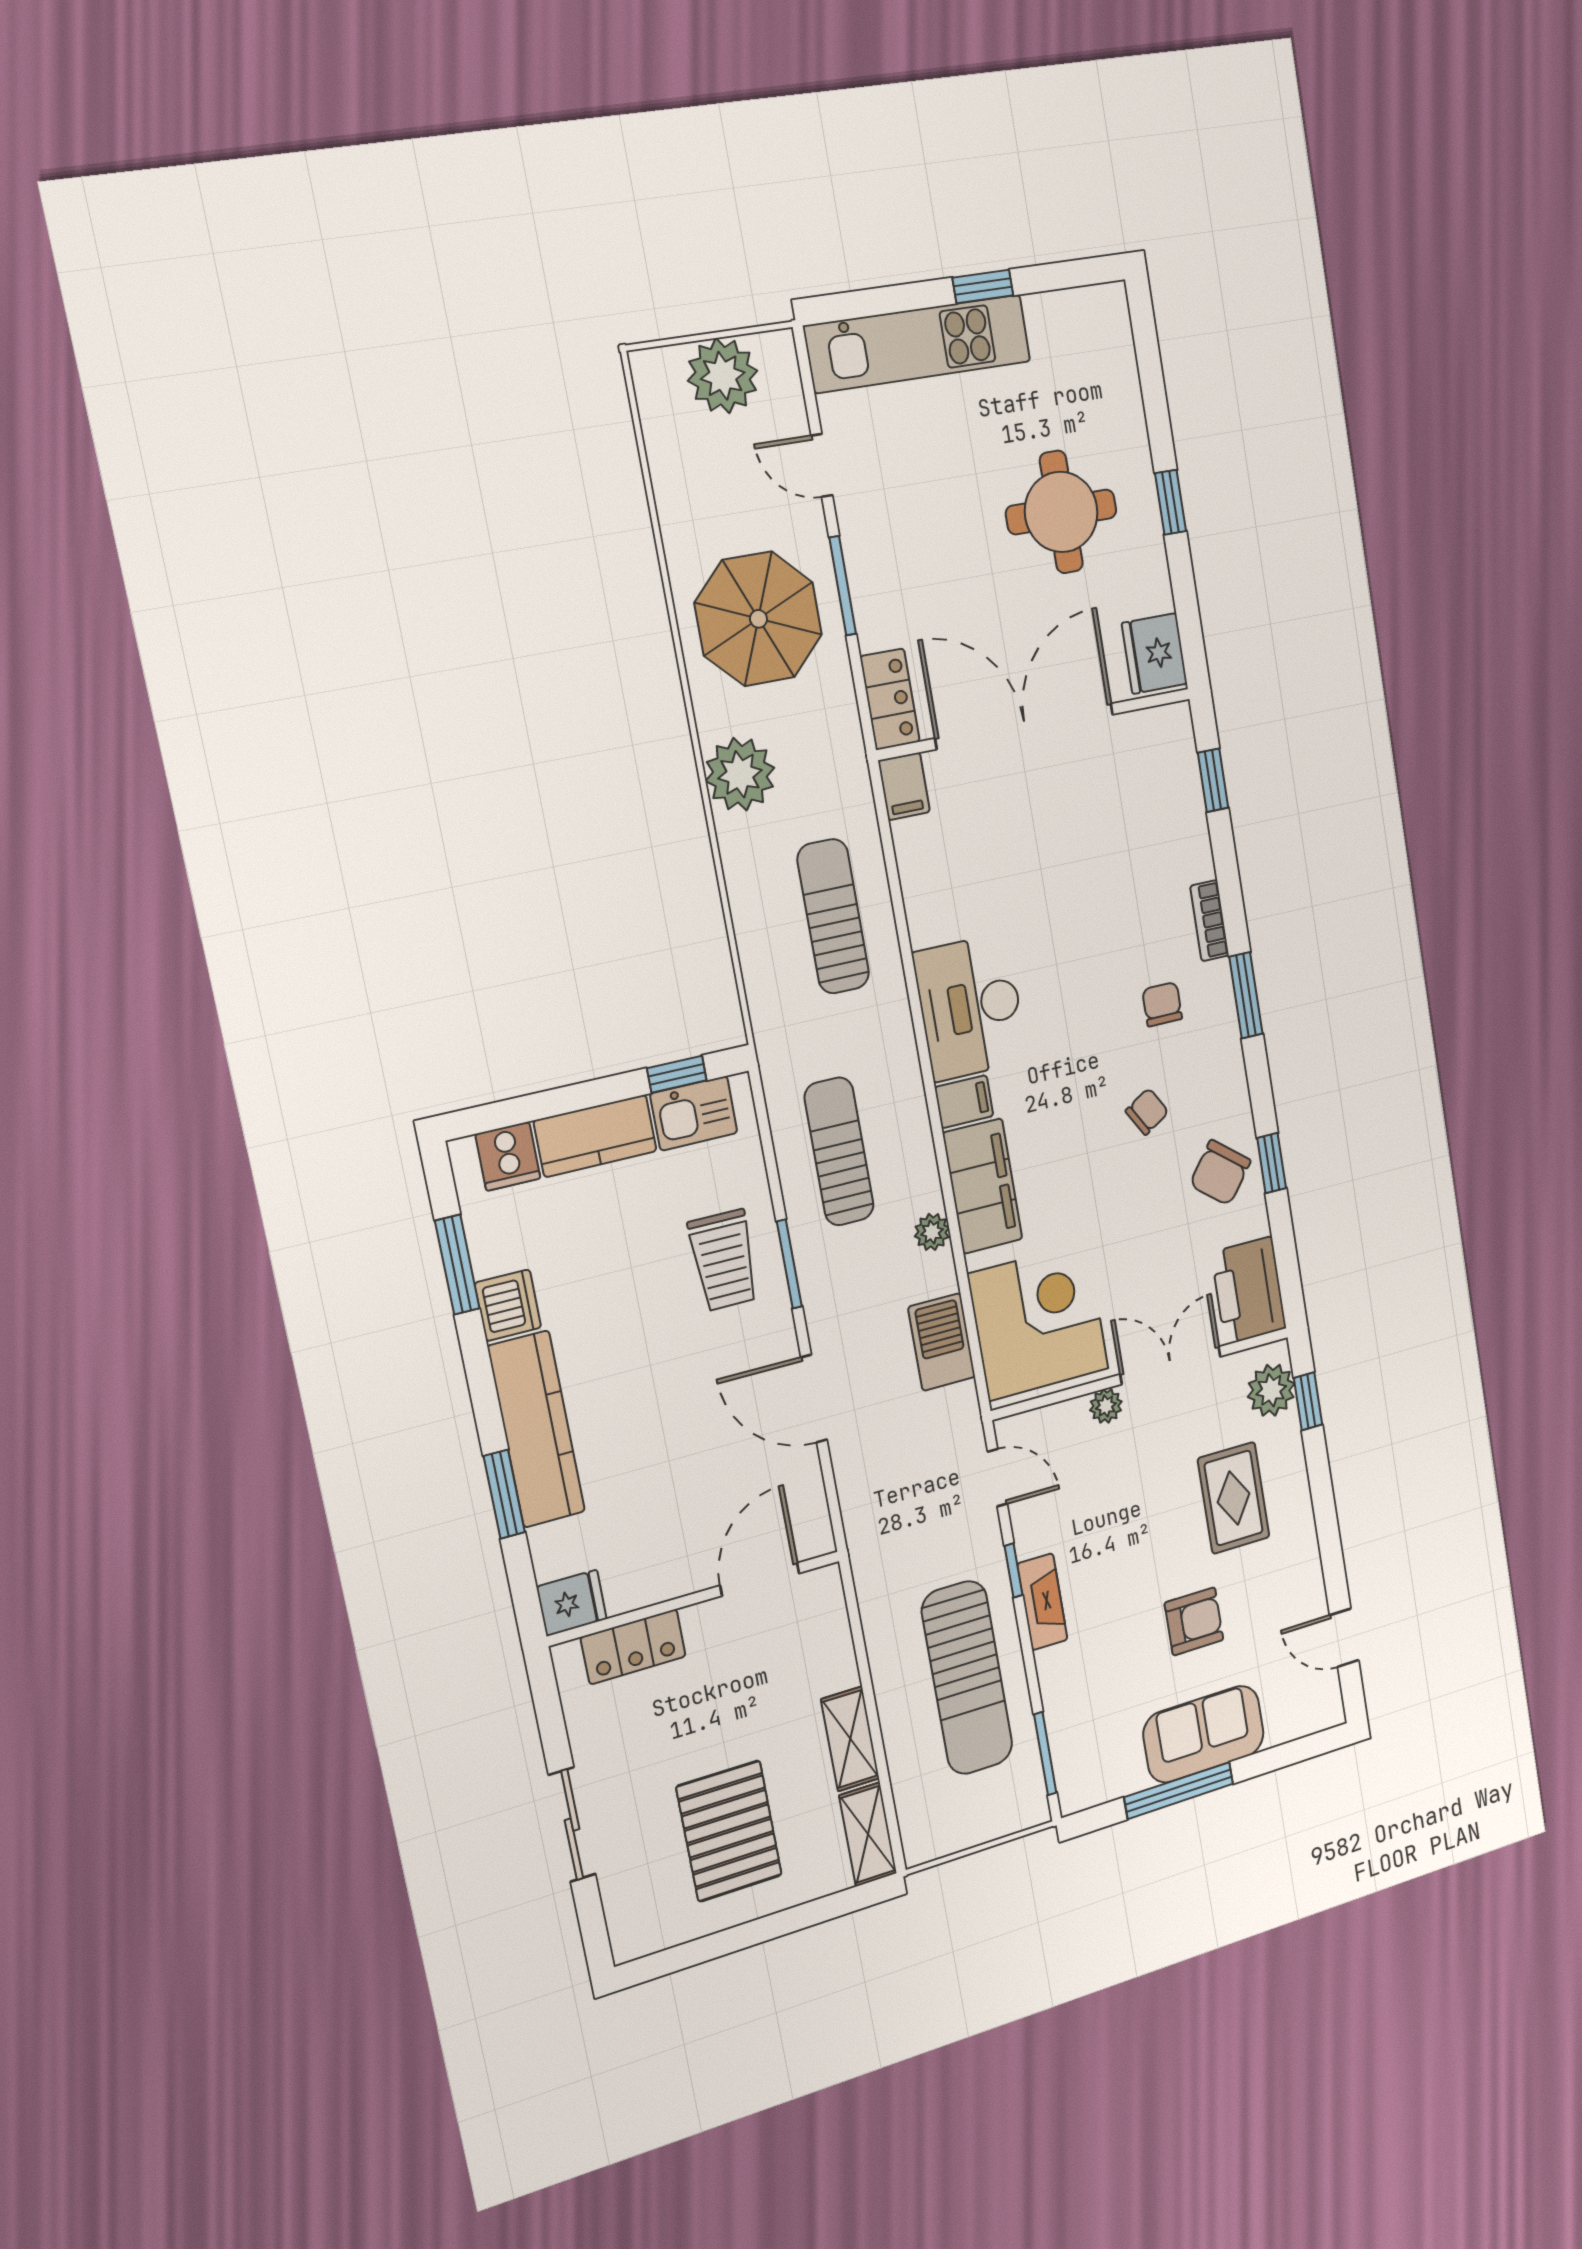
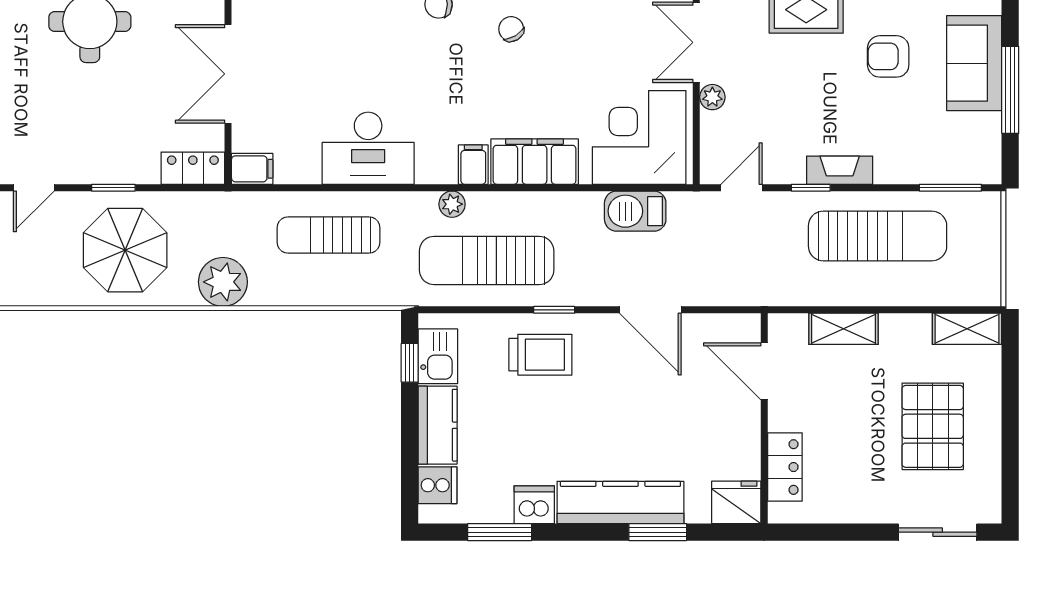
window: (843, 586) -> (113, 188), width x0.67
double door: (1025, 726) -> (228, 74), width x0.73
desk: (970, 1007) -> (368, 148), moved
sun lounger: (839, 1152) -> (487, 260), width x1.36, depth x1.34
plant: (932, 1232) -> (452, 204), moved
window: (789, 1264) -> (554, 310), width x0.67
door: (814, 1399) -> (650, 310), hinge flipped
fridge: (572, 1603) -> (736, 502), width x1.38
armchair: (1194, 1621) -> (888, 56), turned -90
shelving: (850, 1739) -> (844, 329), moved
sliding door: (572, 1825) -> (938, 532), moved
pallet: (729, 1831) -> (933, 426), turned 90

